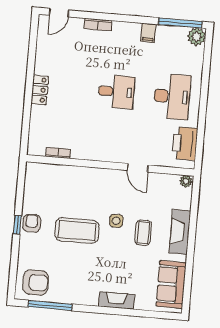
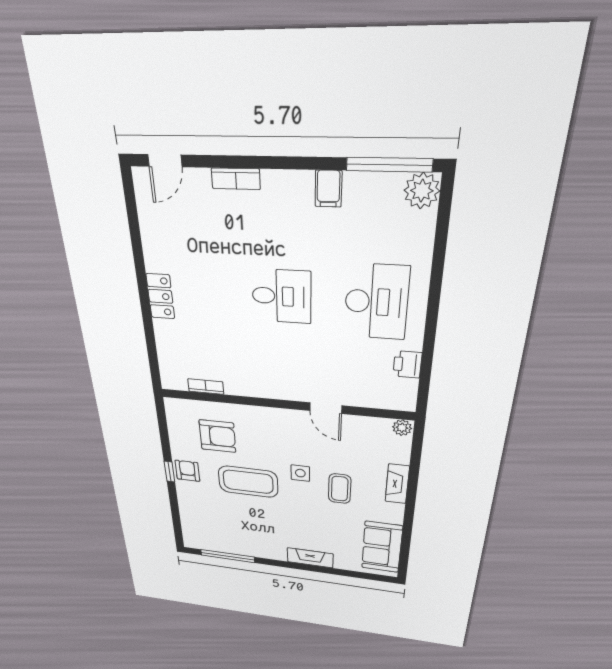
printer: (185, 143) -> (407, 364), width x0.53, depth x0.68
fireplace: (180, 232) -> (397, 484), width x0.73, depth x0.76
armchair: (35, 282) -> (217, 436), moved

